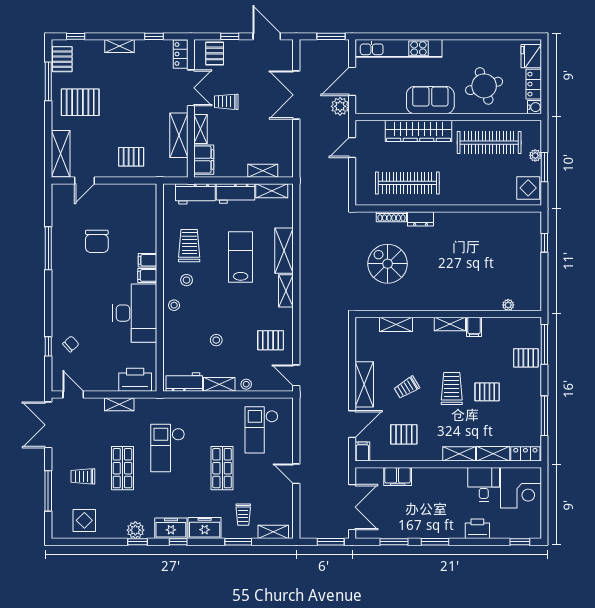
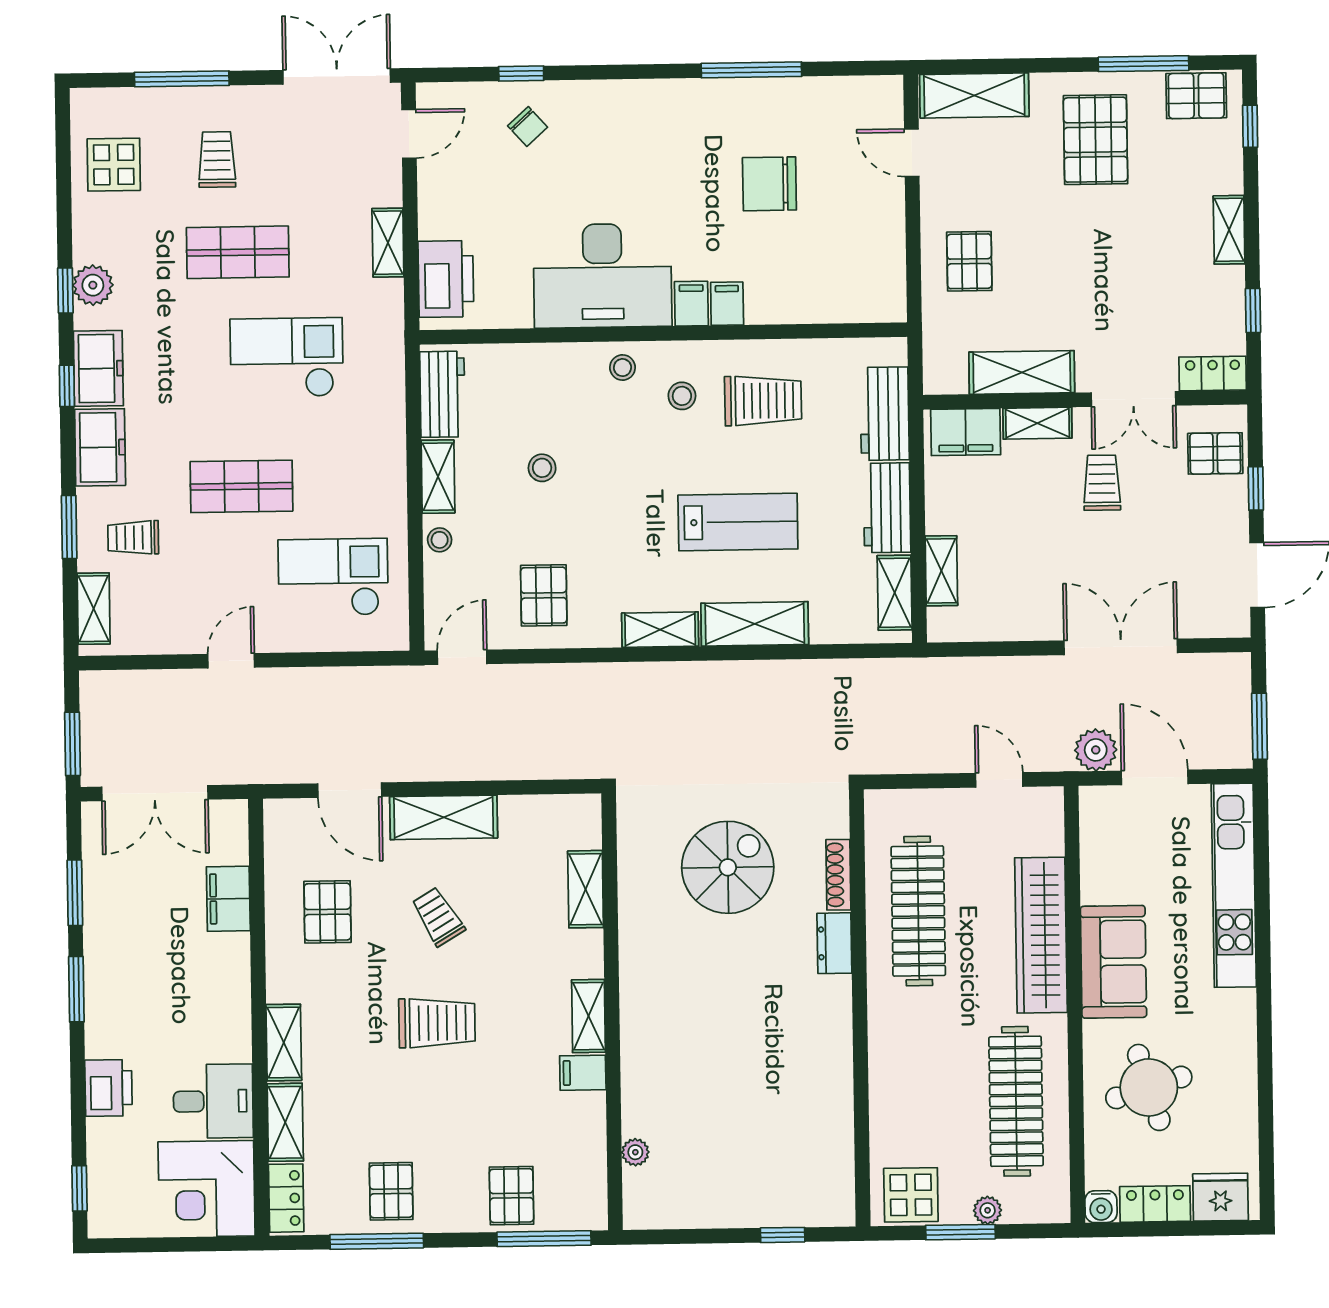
pallet: (487, 392) -> (391, 1191), moved
filing cabinet: (362, 452) -> (286, 815), removed

